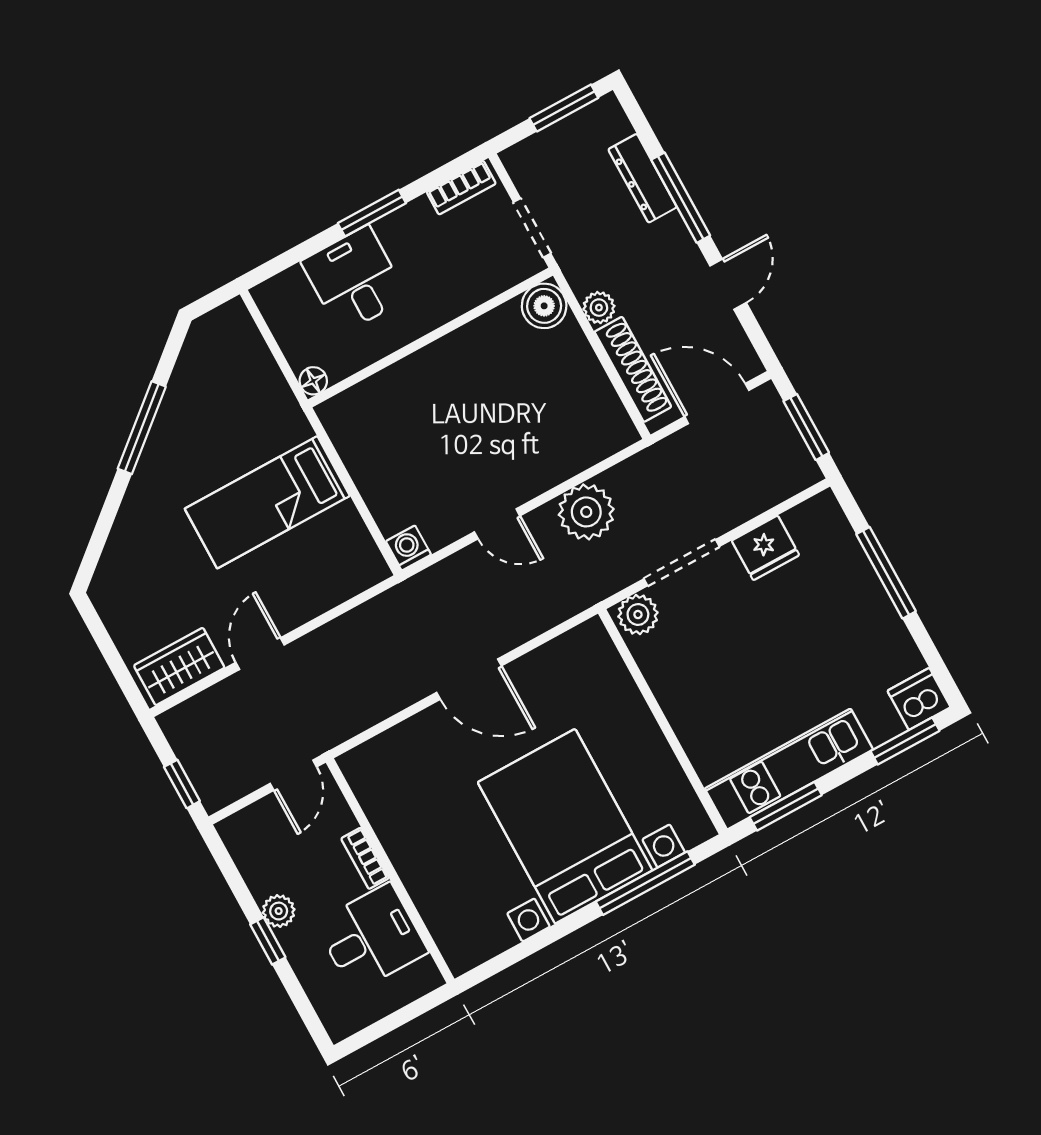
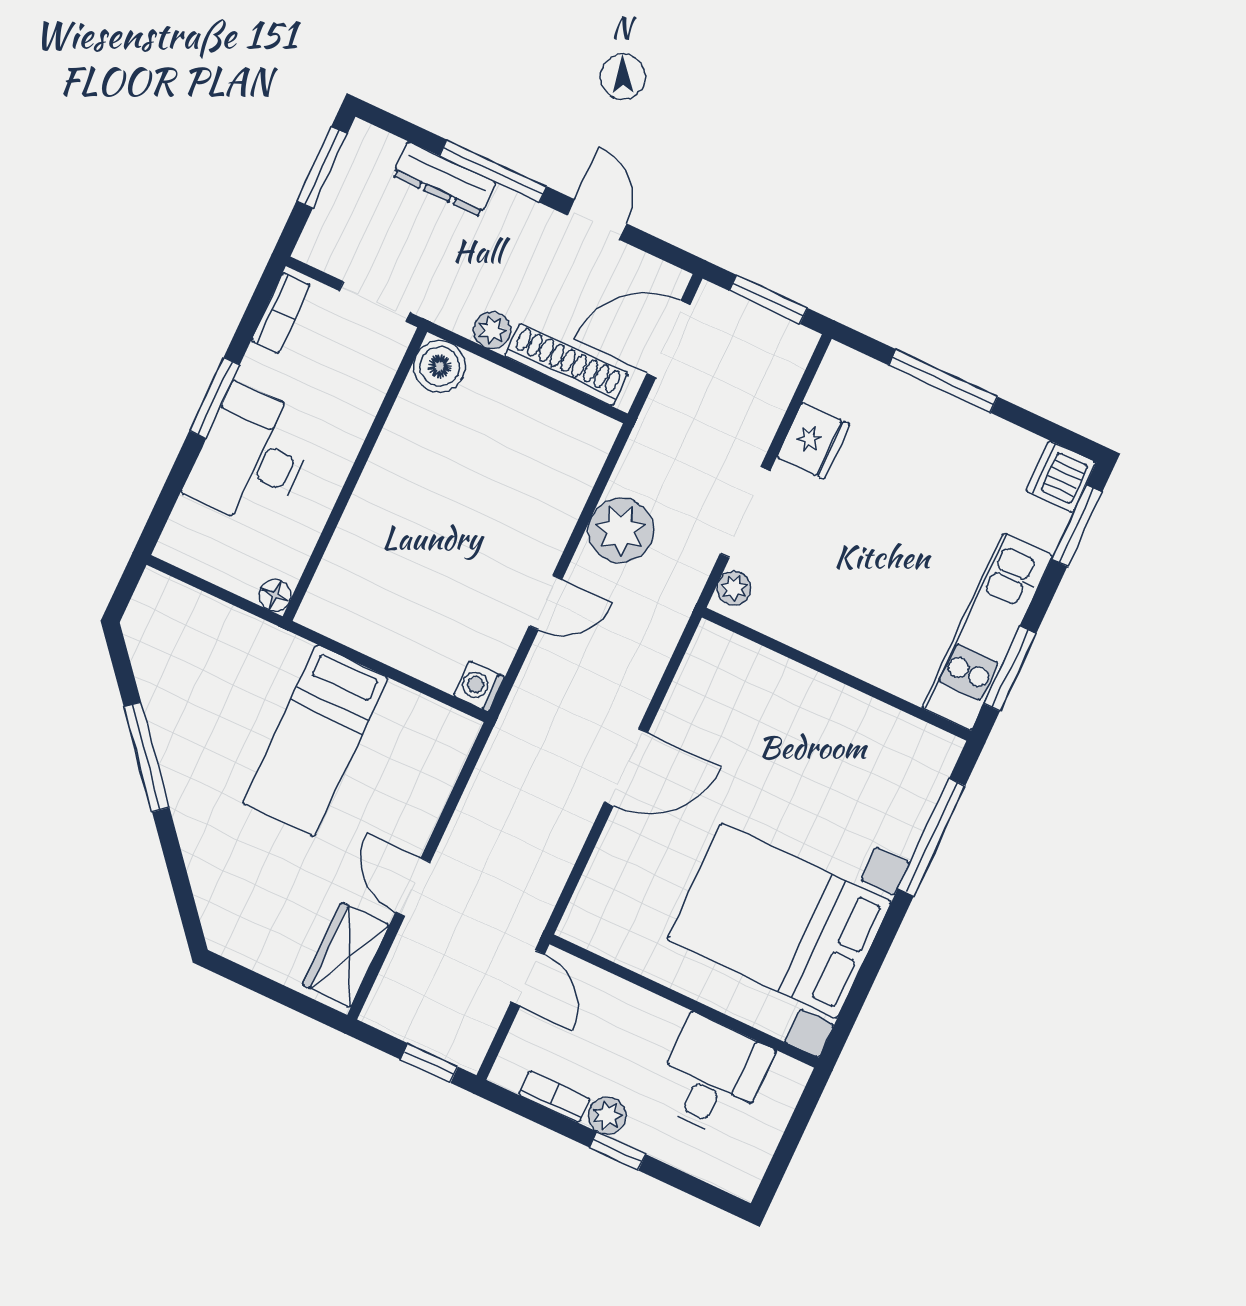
desk: (354, 280) -> (251, 457), width x1.37
plant: (638, 615) -> (734, 588), width x0.73, depth x0.73
bed with nightstands: (565, 826) -> (779, 921), moved
bookcase: (365, 858) -> (554, 1097), moved, turned 180

